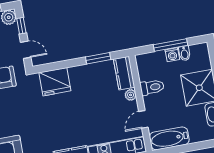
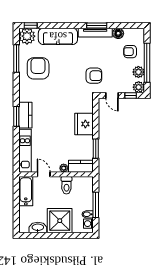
door: (26, 50) -> (112, 95), hinge flipped
washing machine: (172, 55) -> (88, 224), moved
fridge: (55, 82) -> (84, 124), moved

